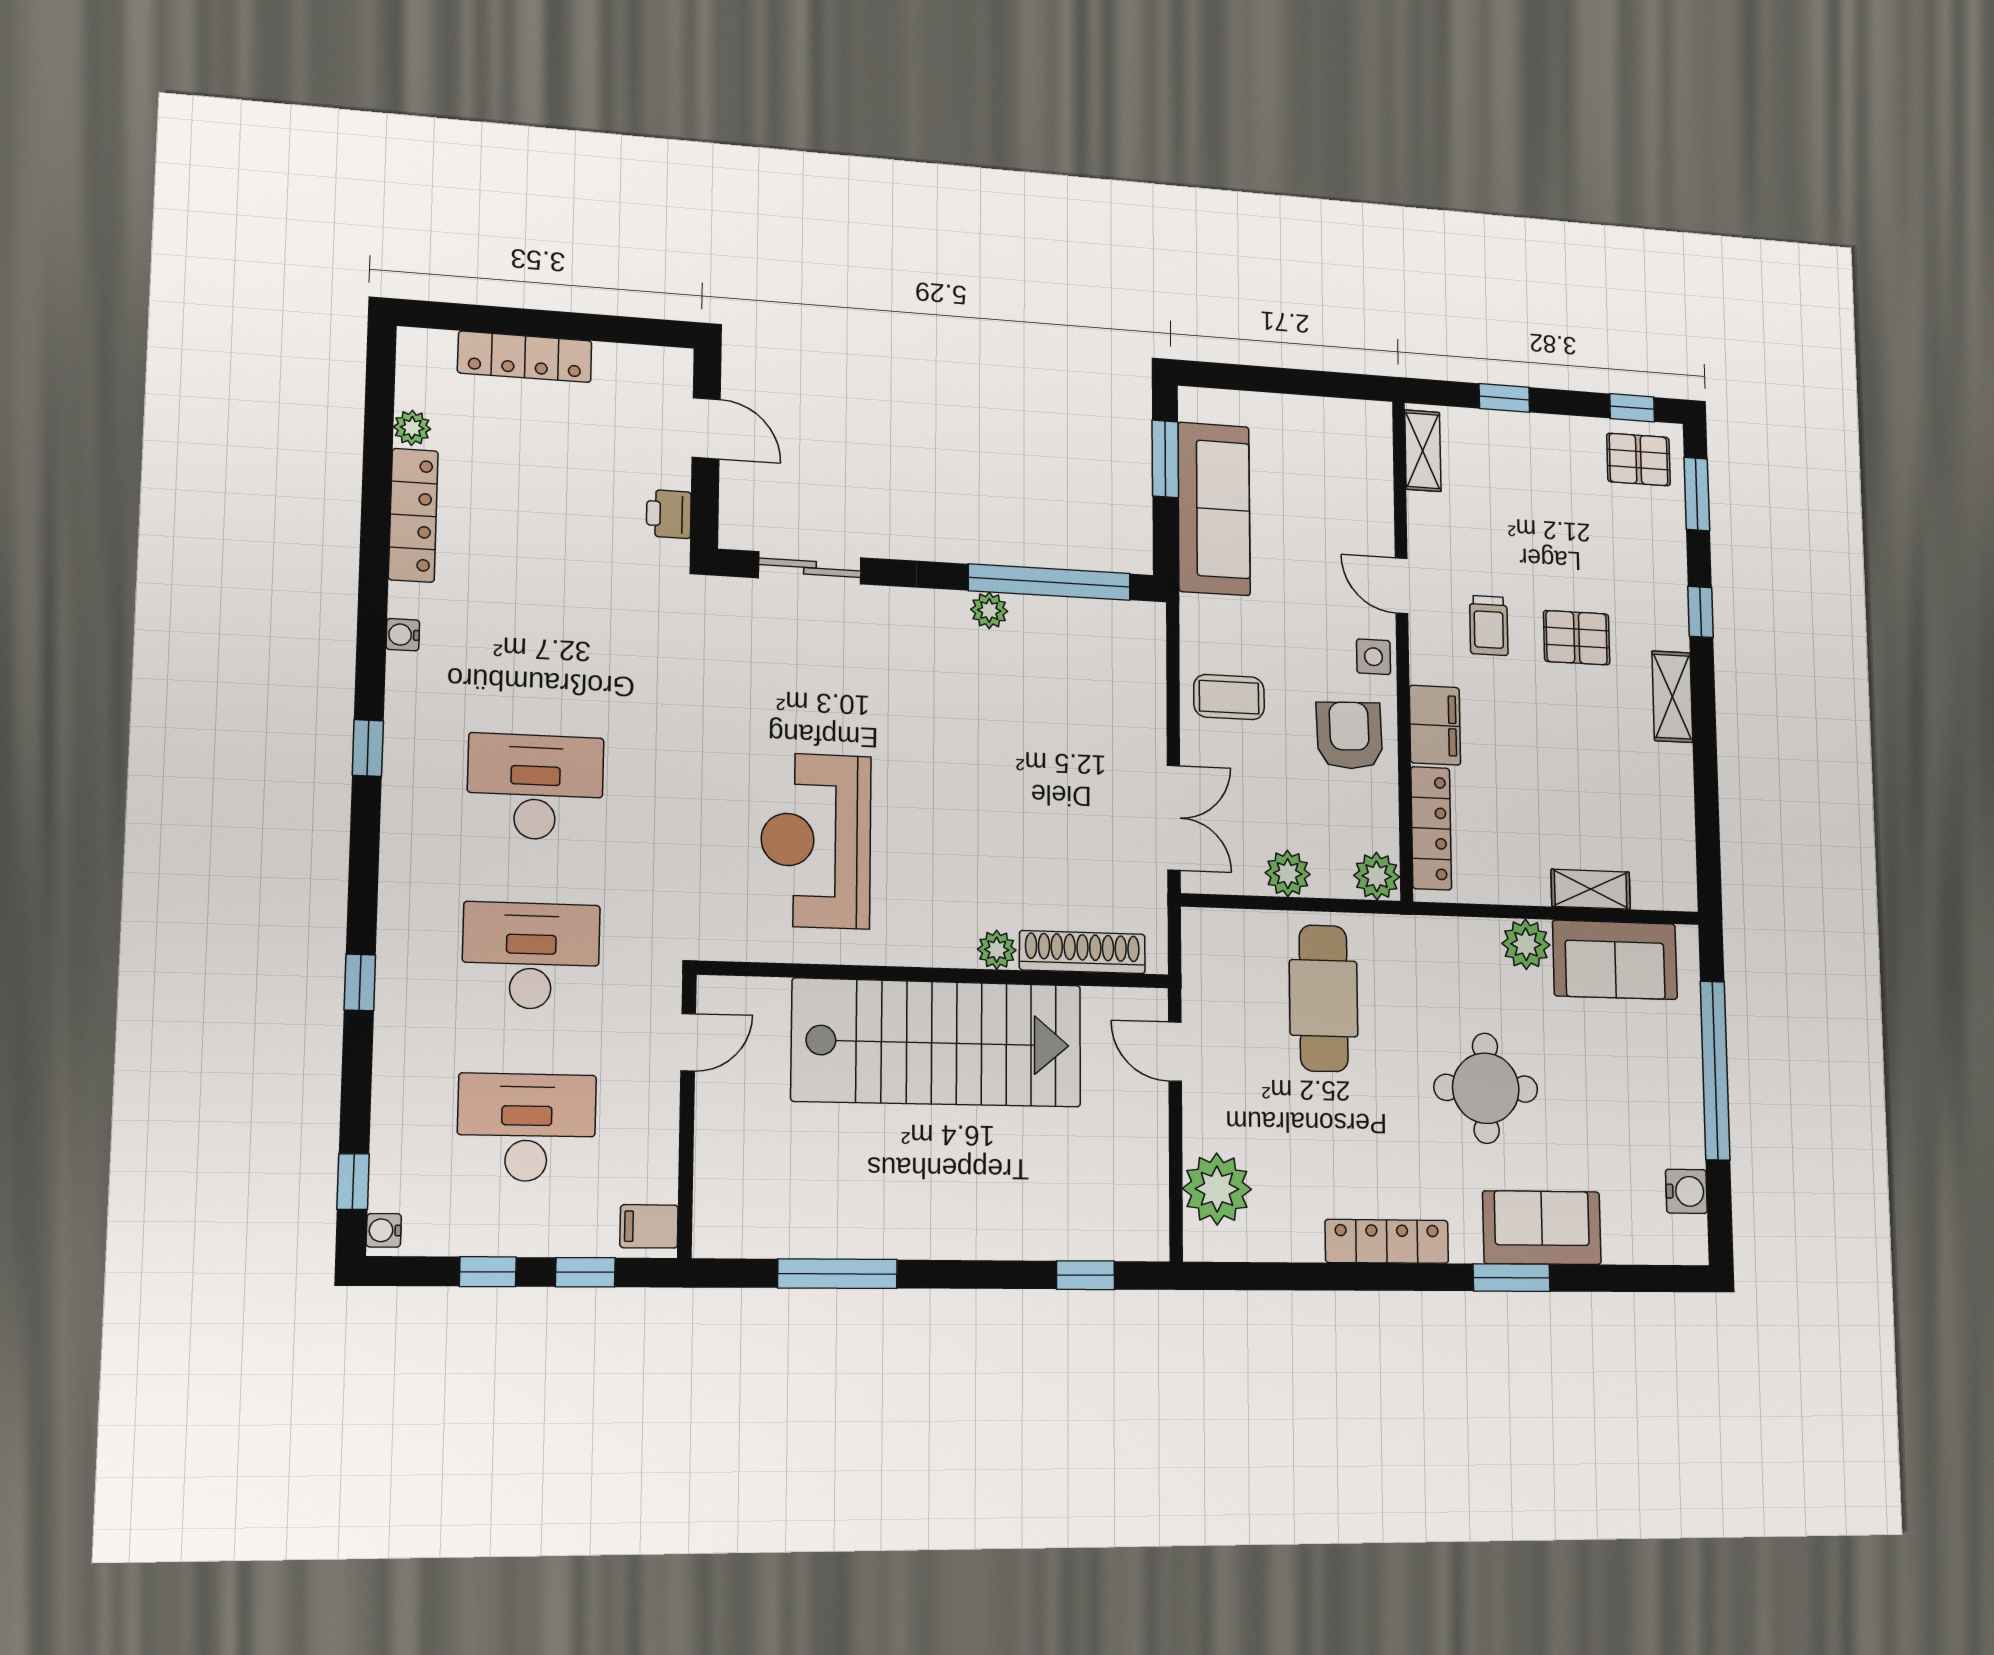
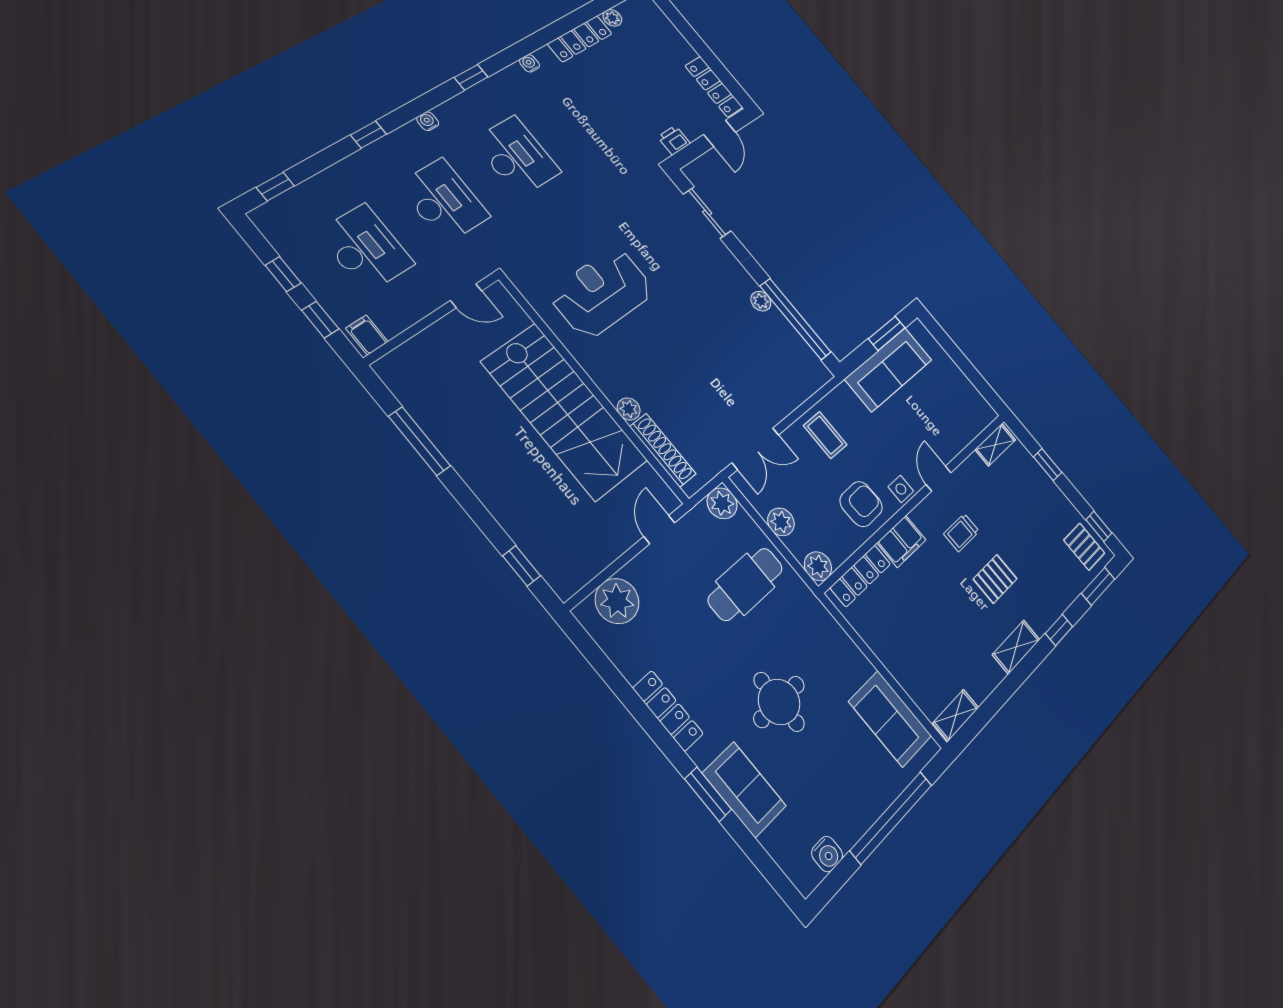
locker: (525, 357) -> (714, 87), moved
pallet: (1577, 638) -> (995, 579), turned 90
shelving: (1591, 889) -> (956, 715), moved, turned 90
plant: (1526, 944) -> (722, 503), moved
water cooler: (384, 1230) -> (428, 121), moved

